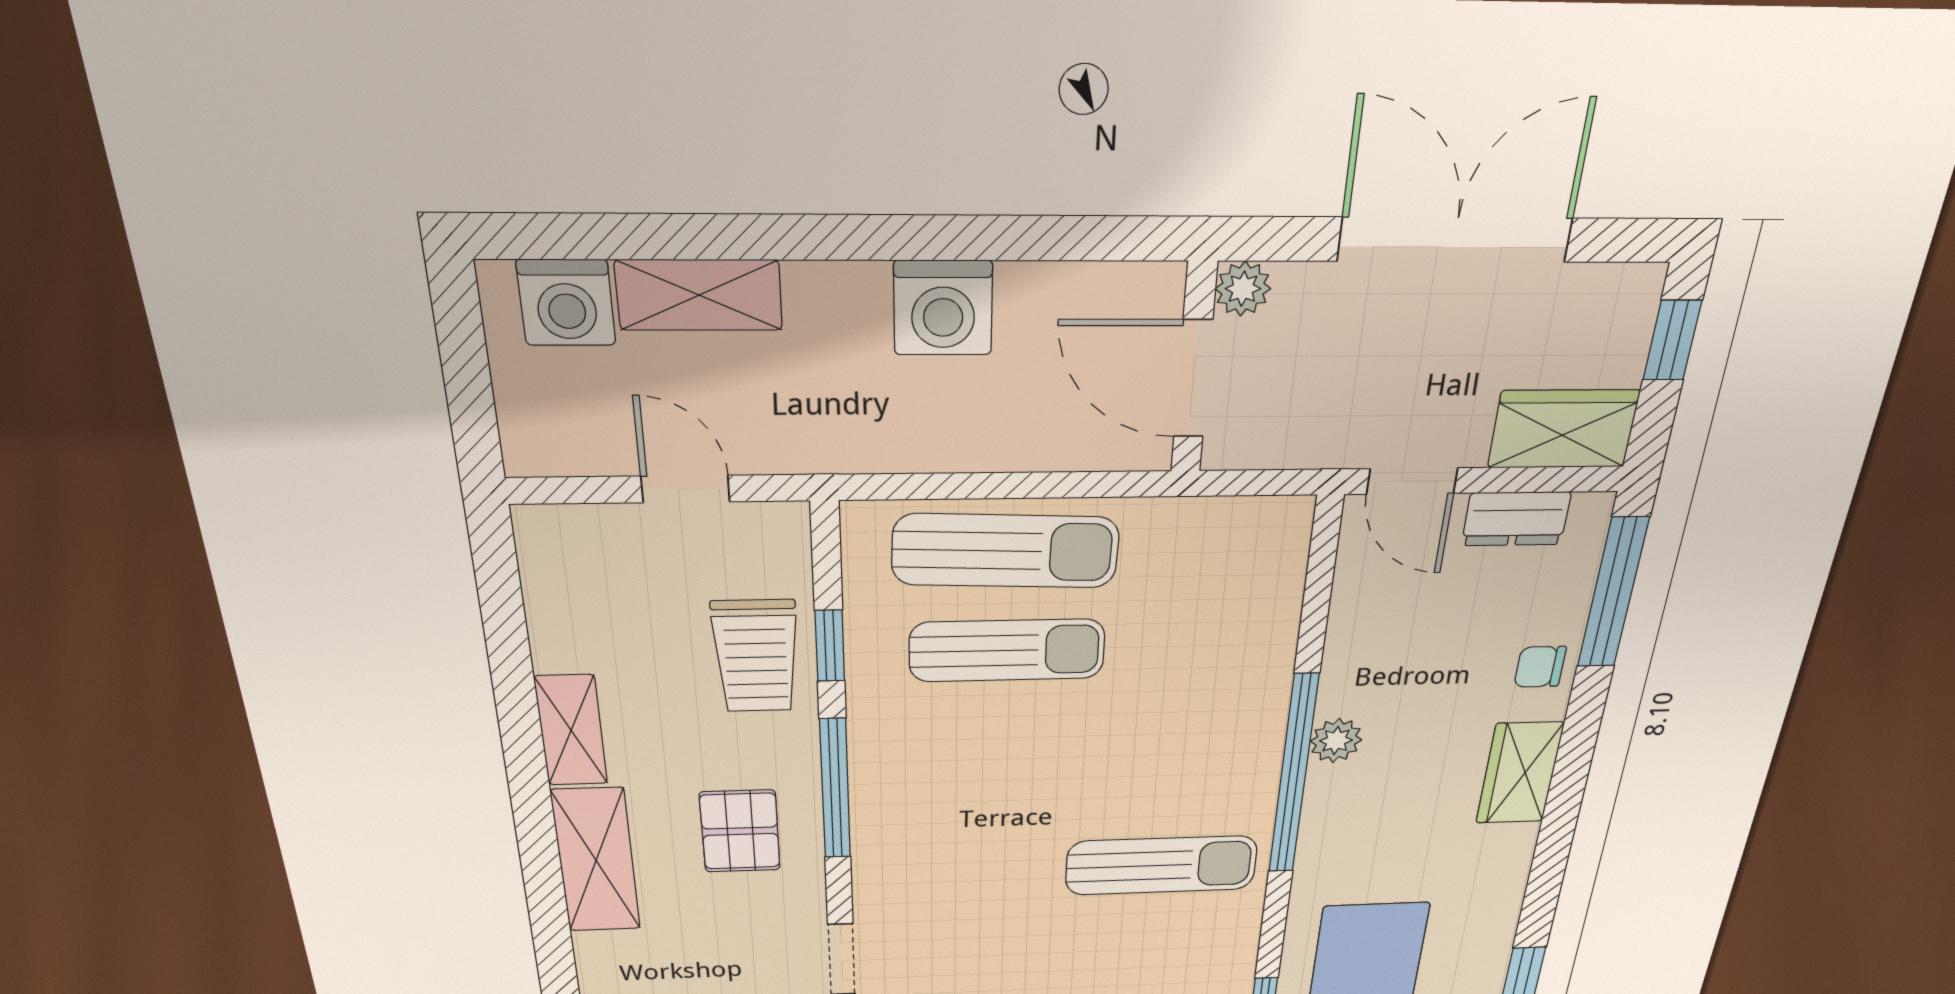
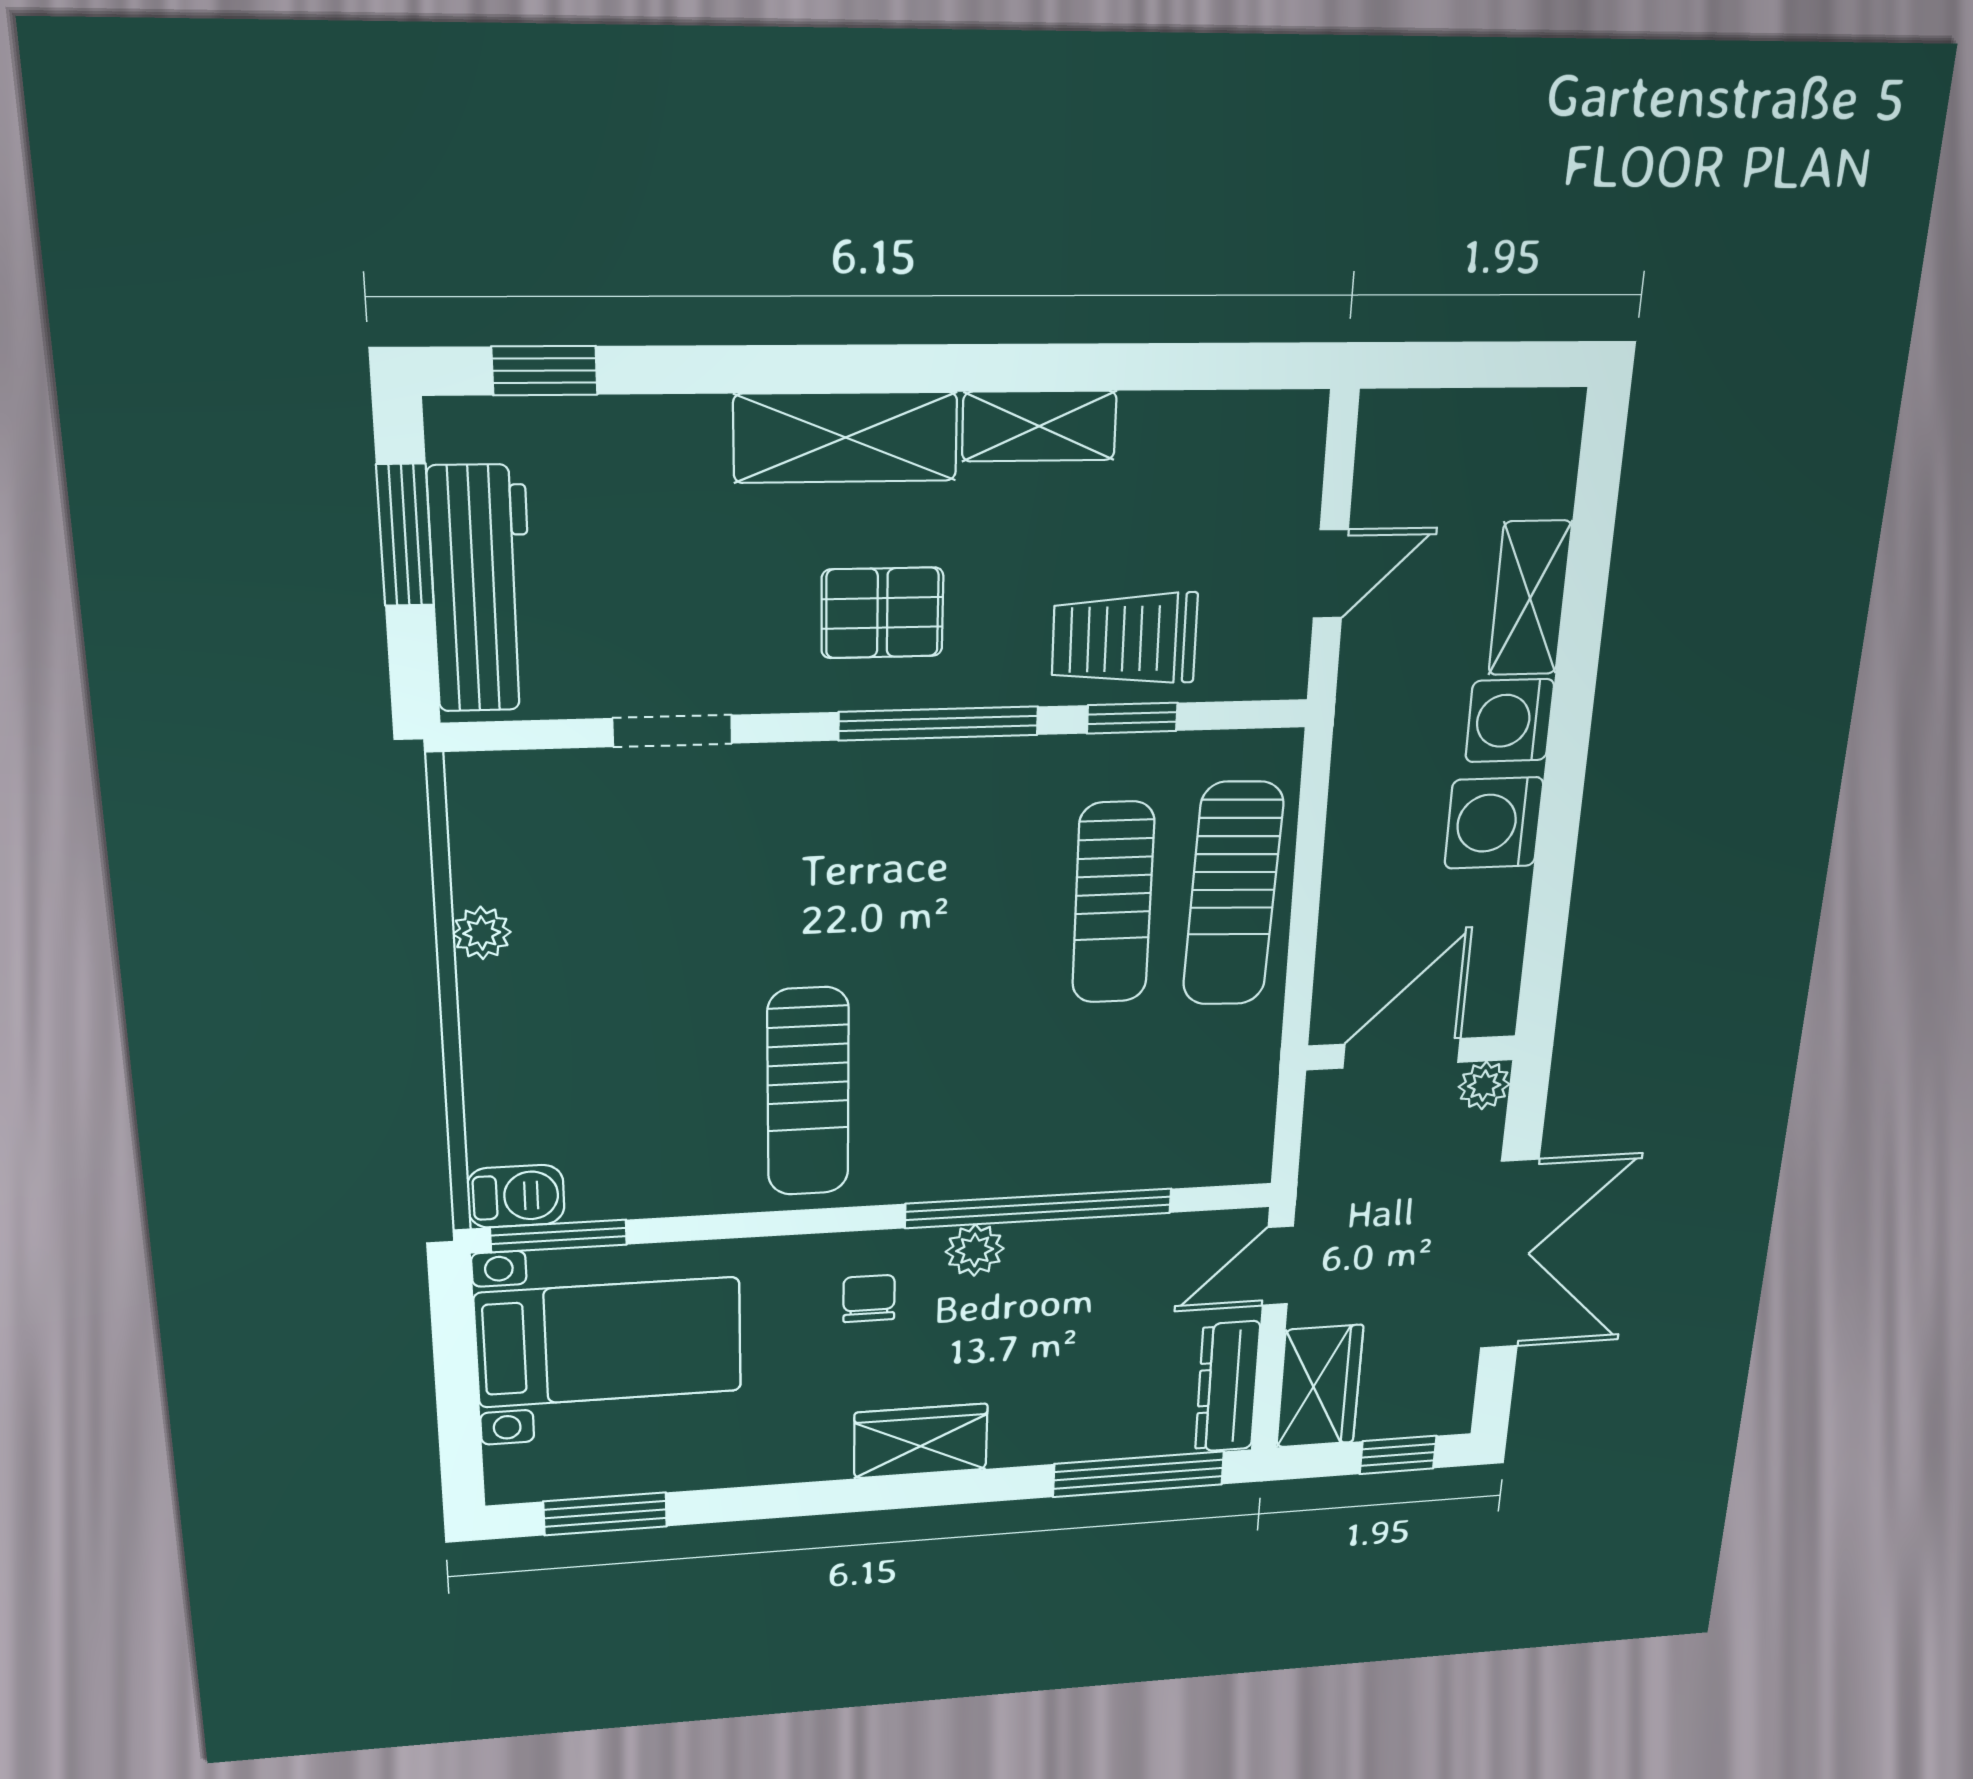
washing machine: (566, 303) -> (1510, 721), moved
dresser: (1516, 519) -> (1228, 1387), width x1.44
chair: (1540, 667) -> (869, 1298), moved
window: (1293, 775) -> (1039, 1208), moved

